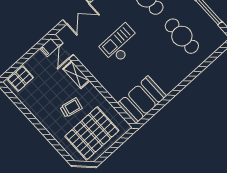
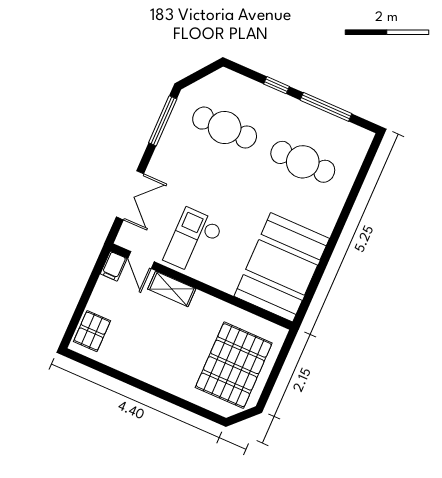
checkout: (121, 44) -> (193, 241), moved
booth: (142, 100) -> (282, 267), width x1.36, depth x1.42
trolley: (71, 108) -> (186, 341), removed

